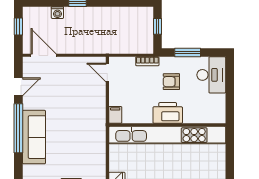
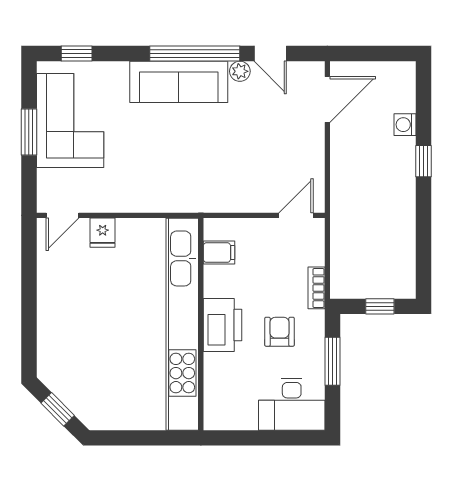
window: (18, 27) -> (380, 53), removed
plant: (28, 103) -> (240, 71), added
filing cabinet: (115, 115) -> (219, 253), moved

